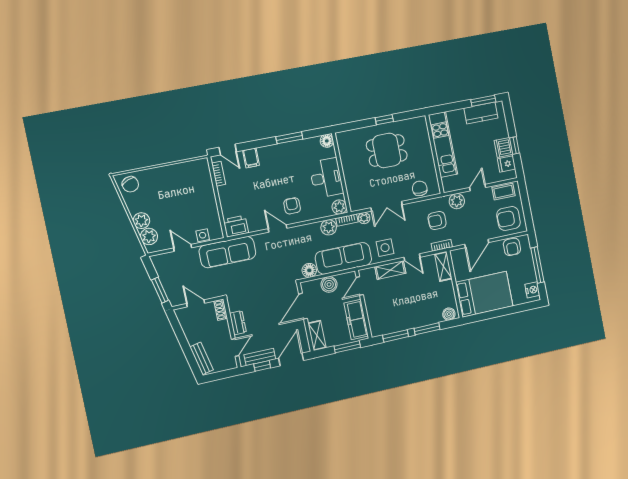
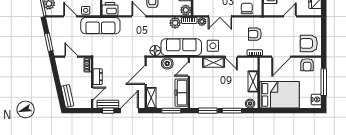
coffee table: (504, 192) -> (309, 23), removed
plant: (457, 201) -> (272, 23), removed
shelving: (443, 266) -> (253, 81), moved

